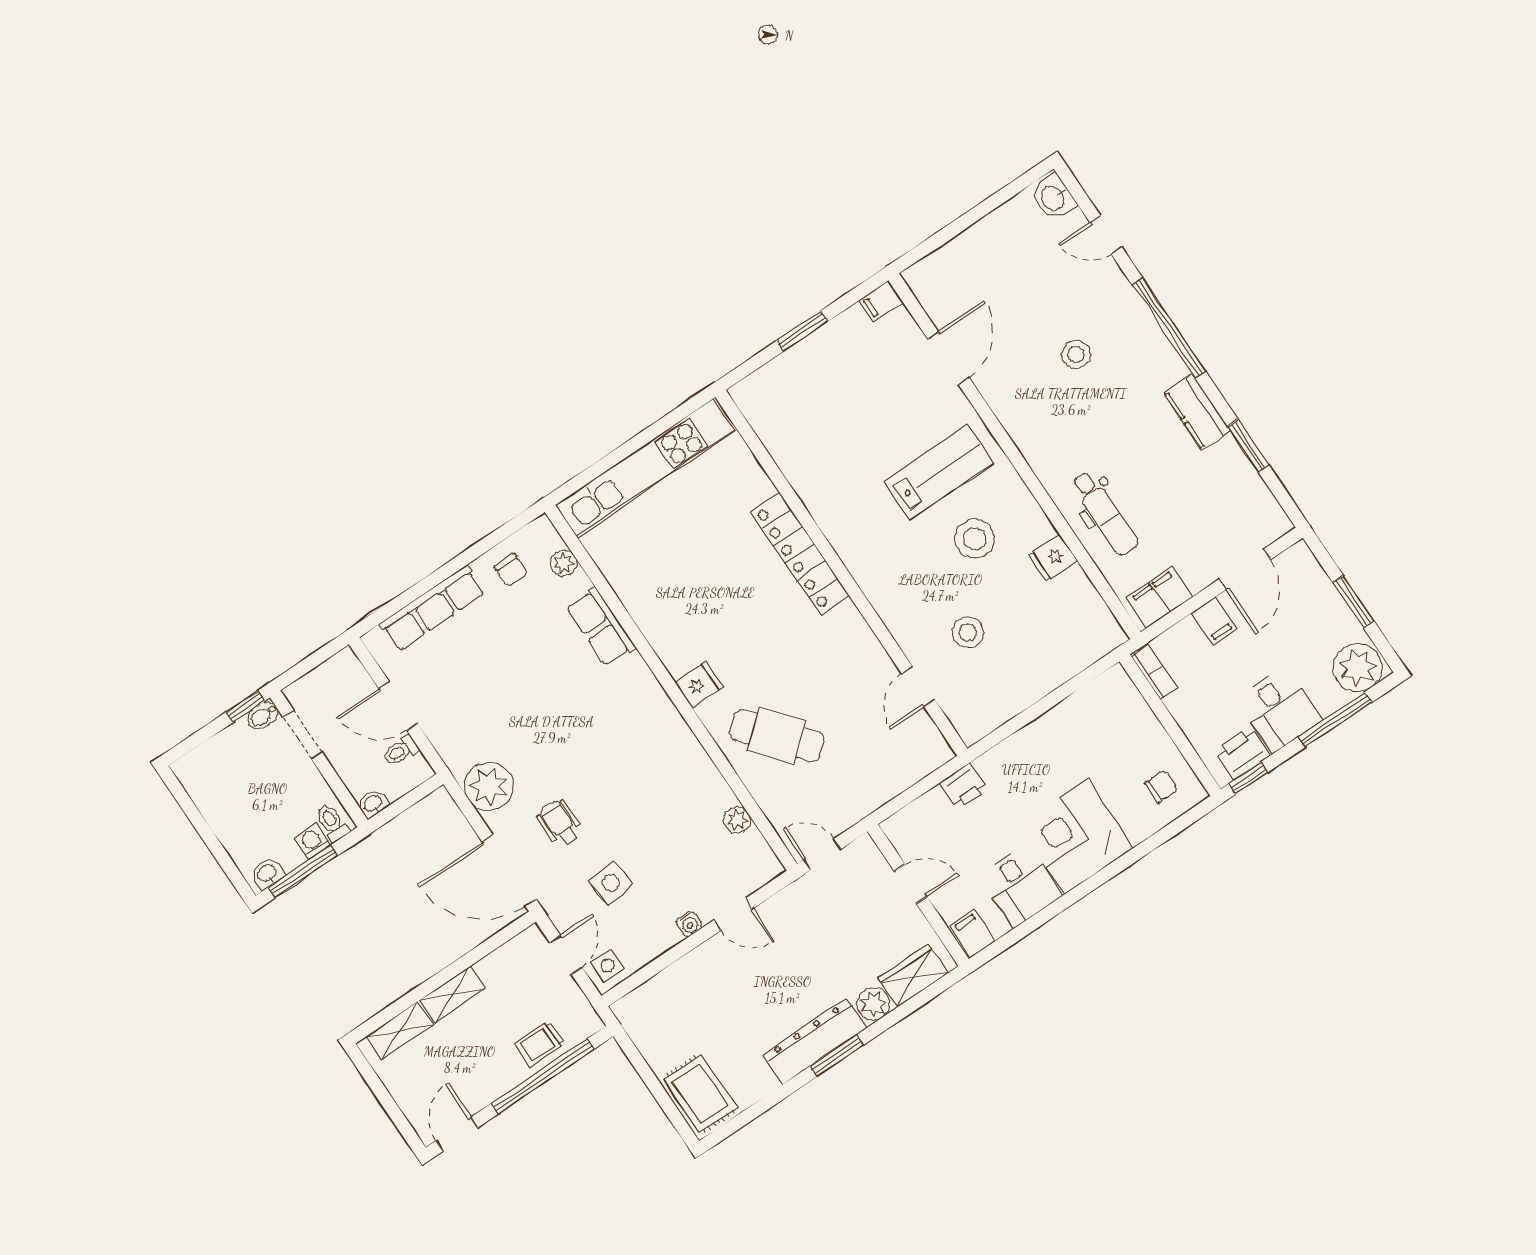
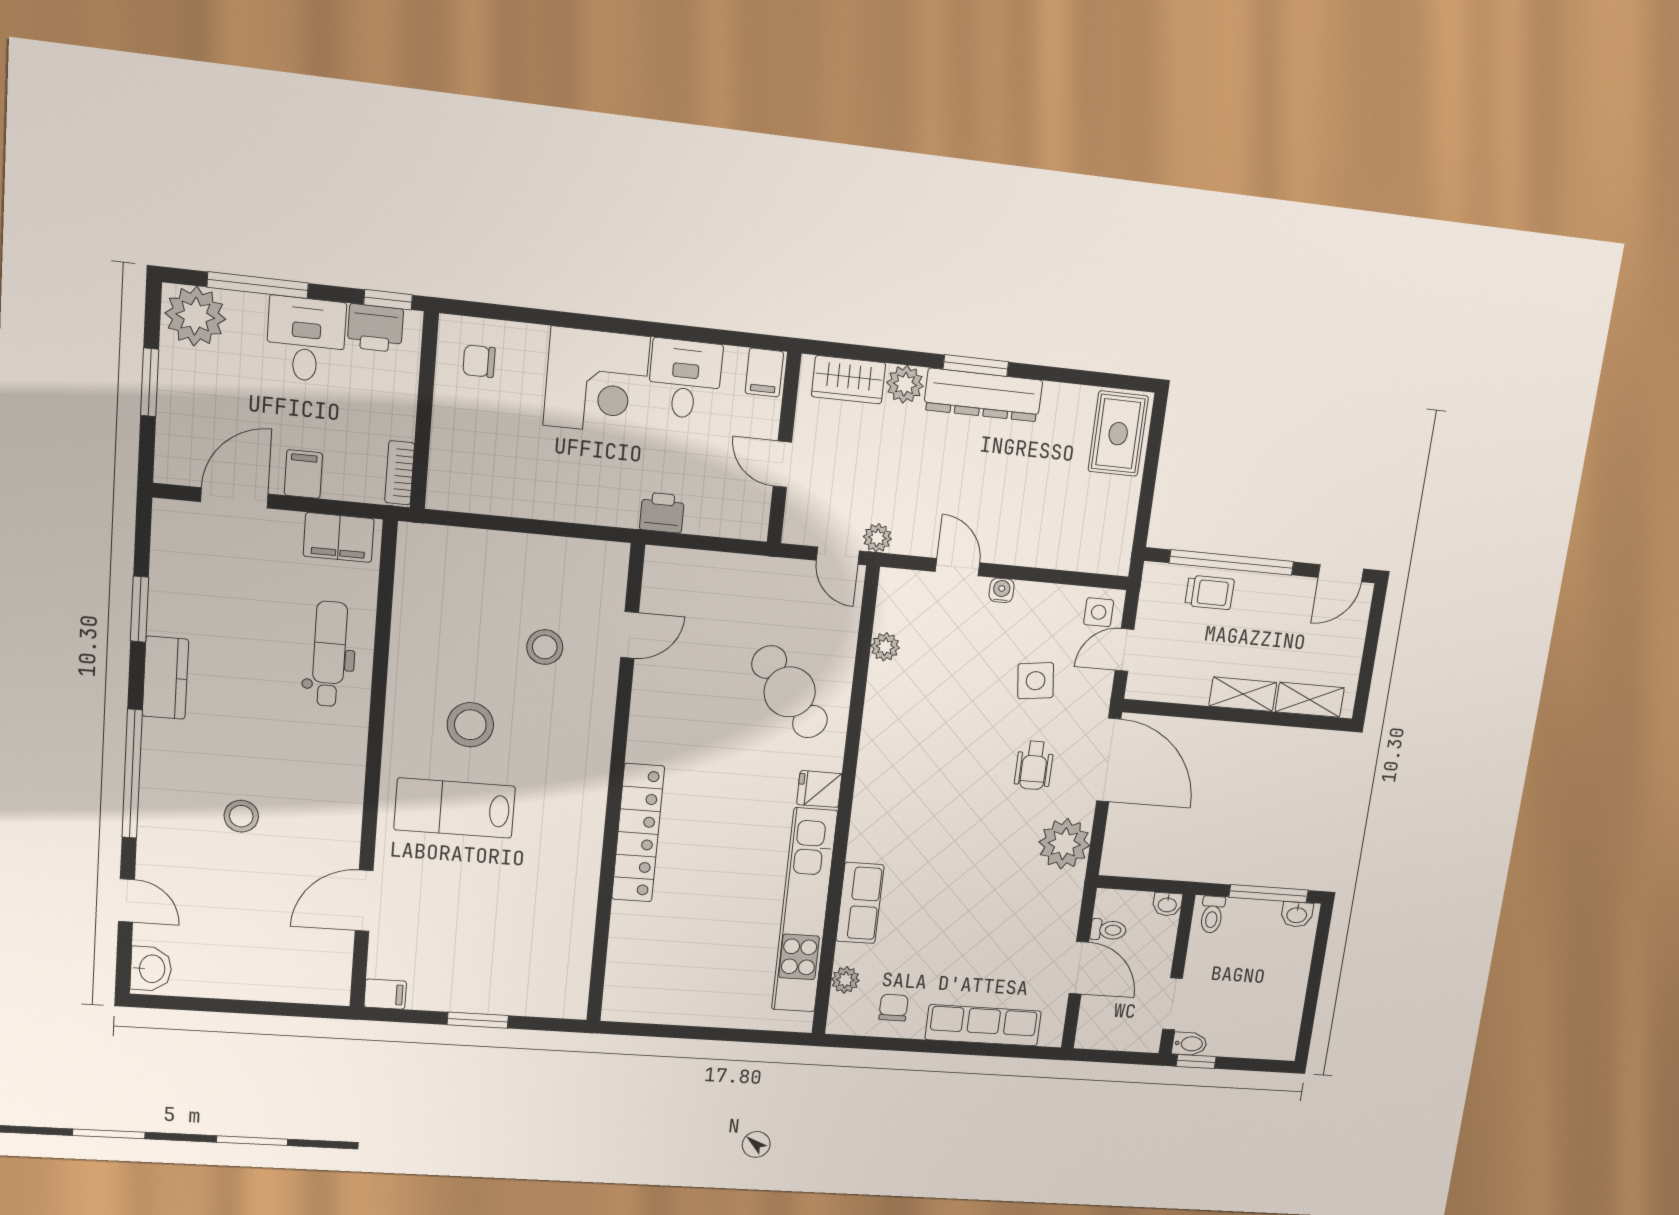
kitchen unit: (645, 468) -> (804, 911), moved, turned -90
fridge: (1053, 558) -> (412, 652), removed
washing machine: (312, 841) -> (1240, 912), removed
plant: (805, 888) -> (877, 538), added

